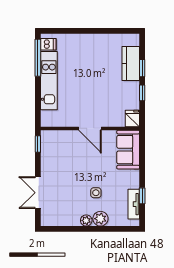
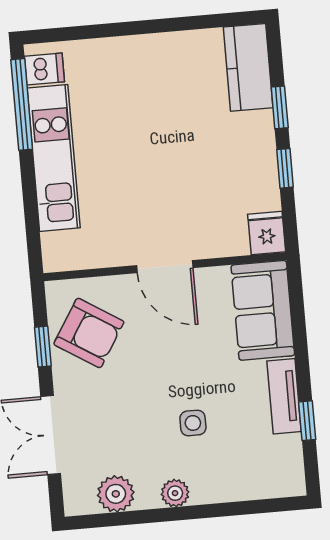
kitchen counter: (131, 64) -> (248, 67), moved
window: (38, 144) -> (43, 347), moved
armchair: (57, 153) -> (89, 333), added
tv unit: (134, 204) -> (284, 396), moved
plant: (100, 219) -> (116, 494), moved

